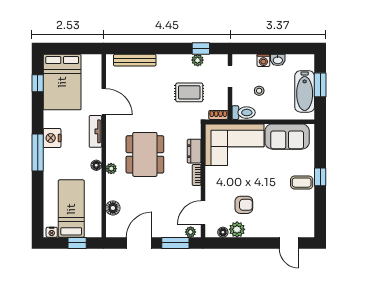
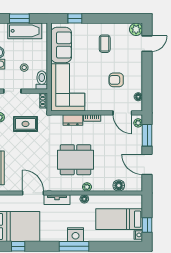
rug: (189, 92) -> (25, 124), turned 90
door: (104, 102) -> (33, 193), hinge flipped
nightstand: (52, 138) -> (76, 235), moved
window: (320, 177) -> (75, 18), moved
coffee table: (302, 183) -> (105, 44), moved
armchair: (244, 205) -> (116, 80), turned -90
plant: (237, 229) -> (136, 29), moved
window: (77, 243) -> (147, 225), moved

